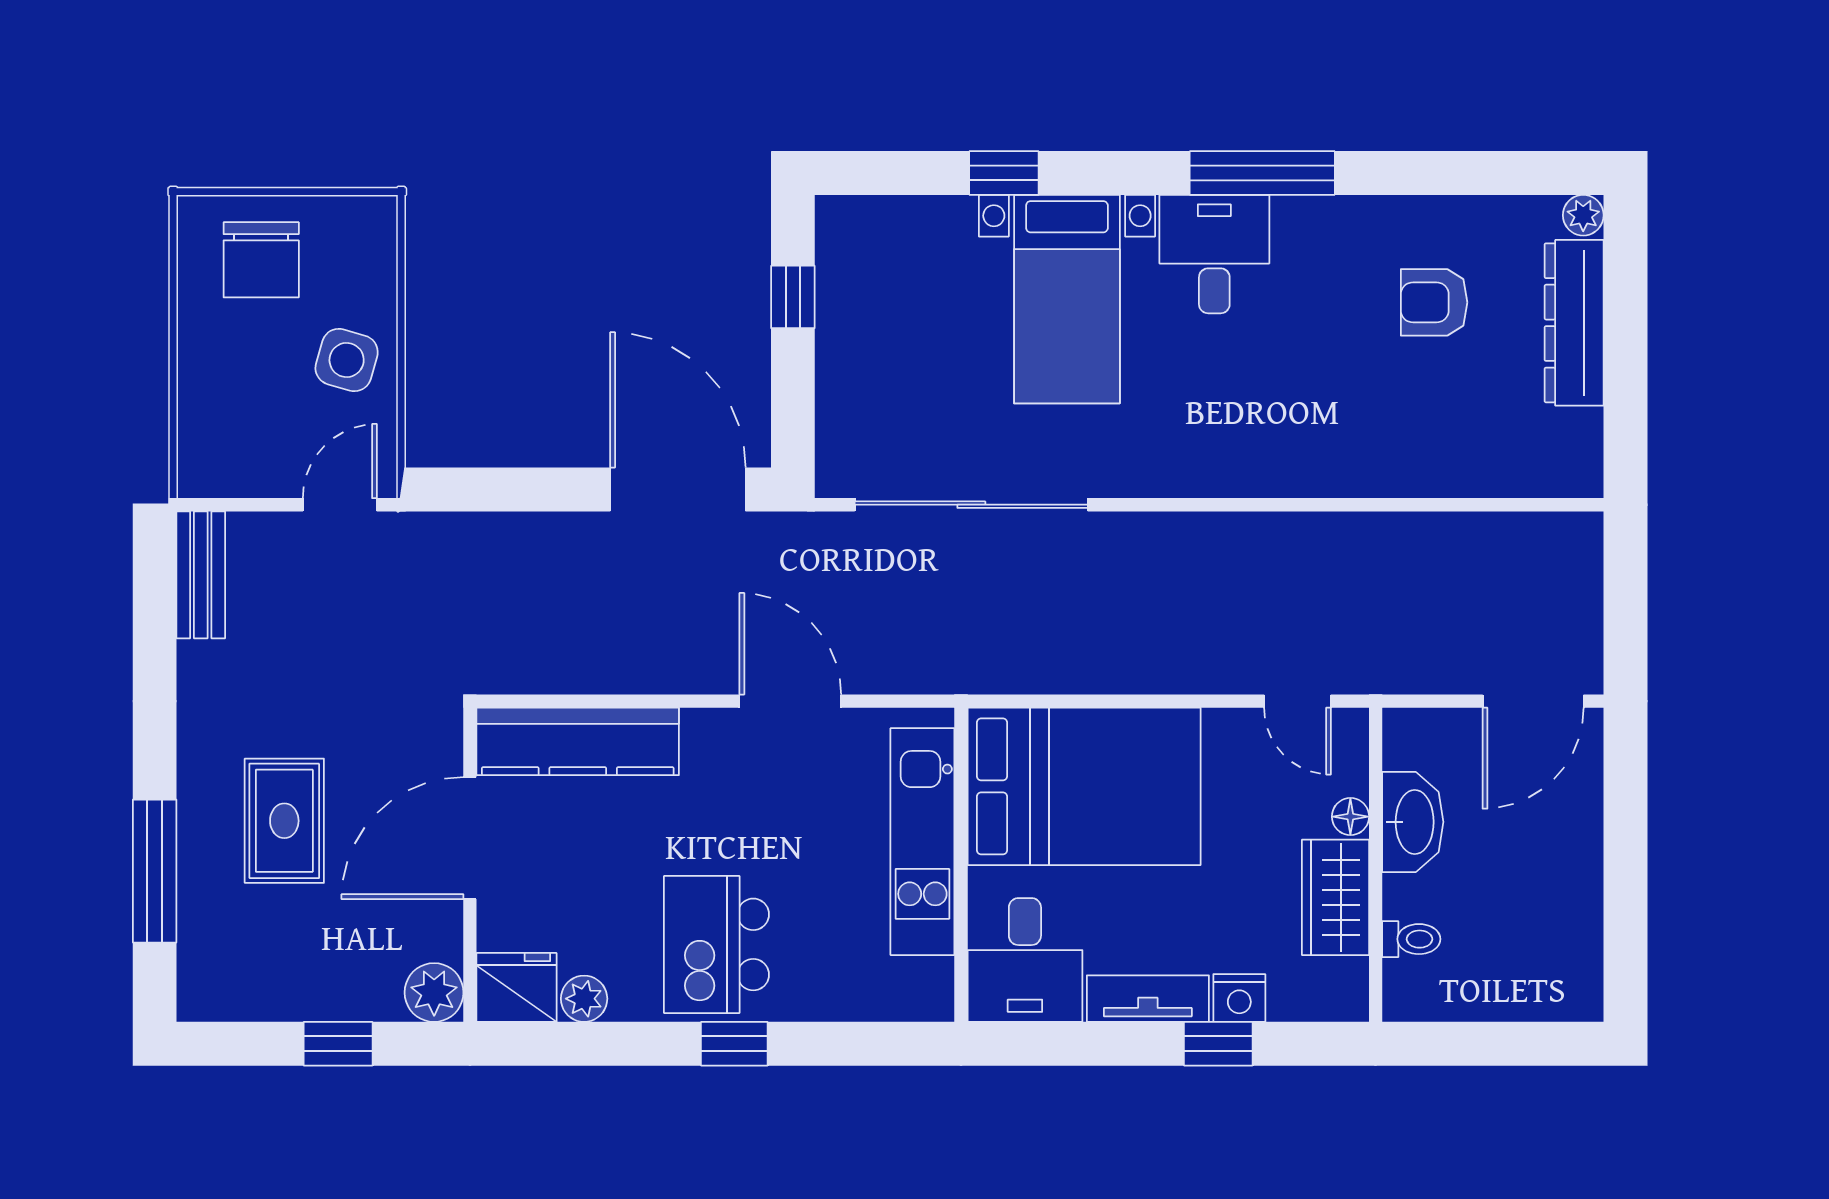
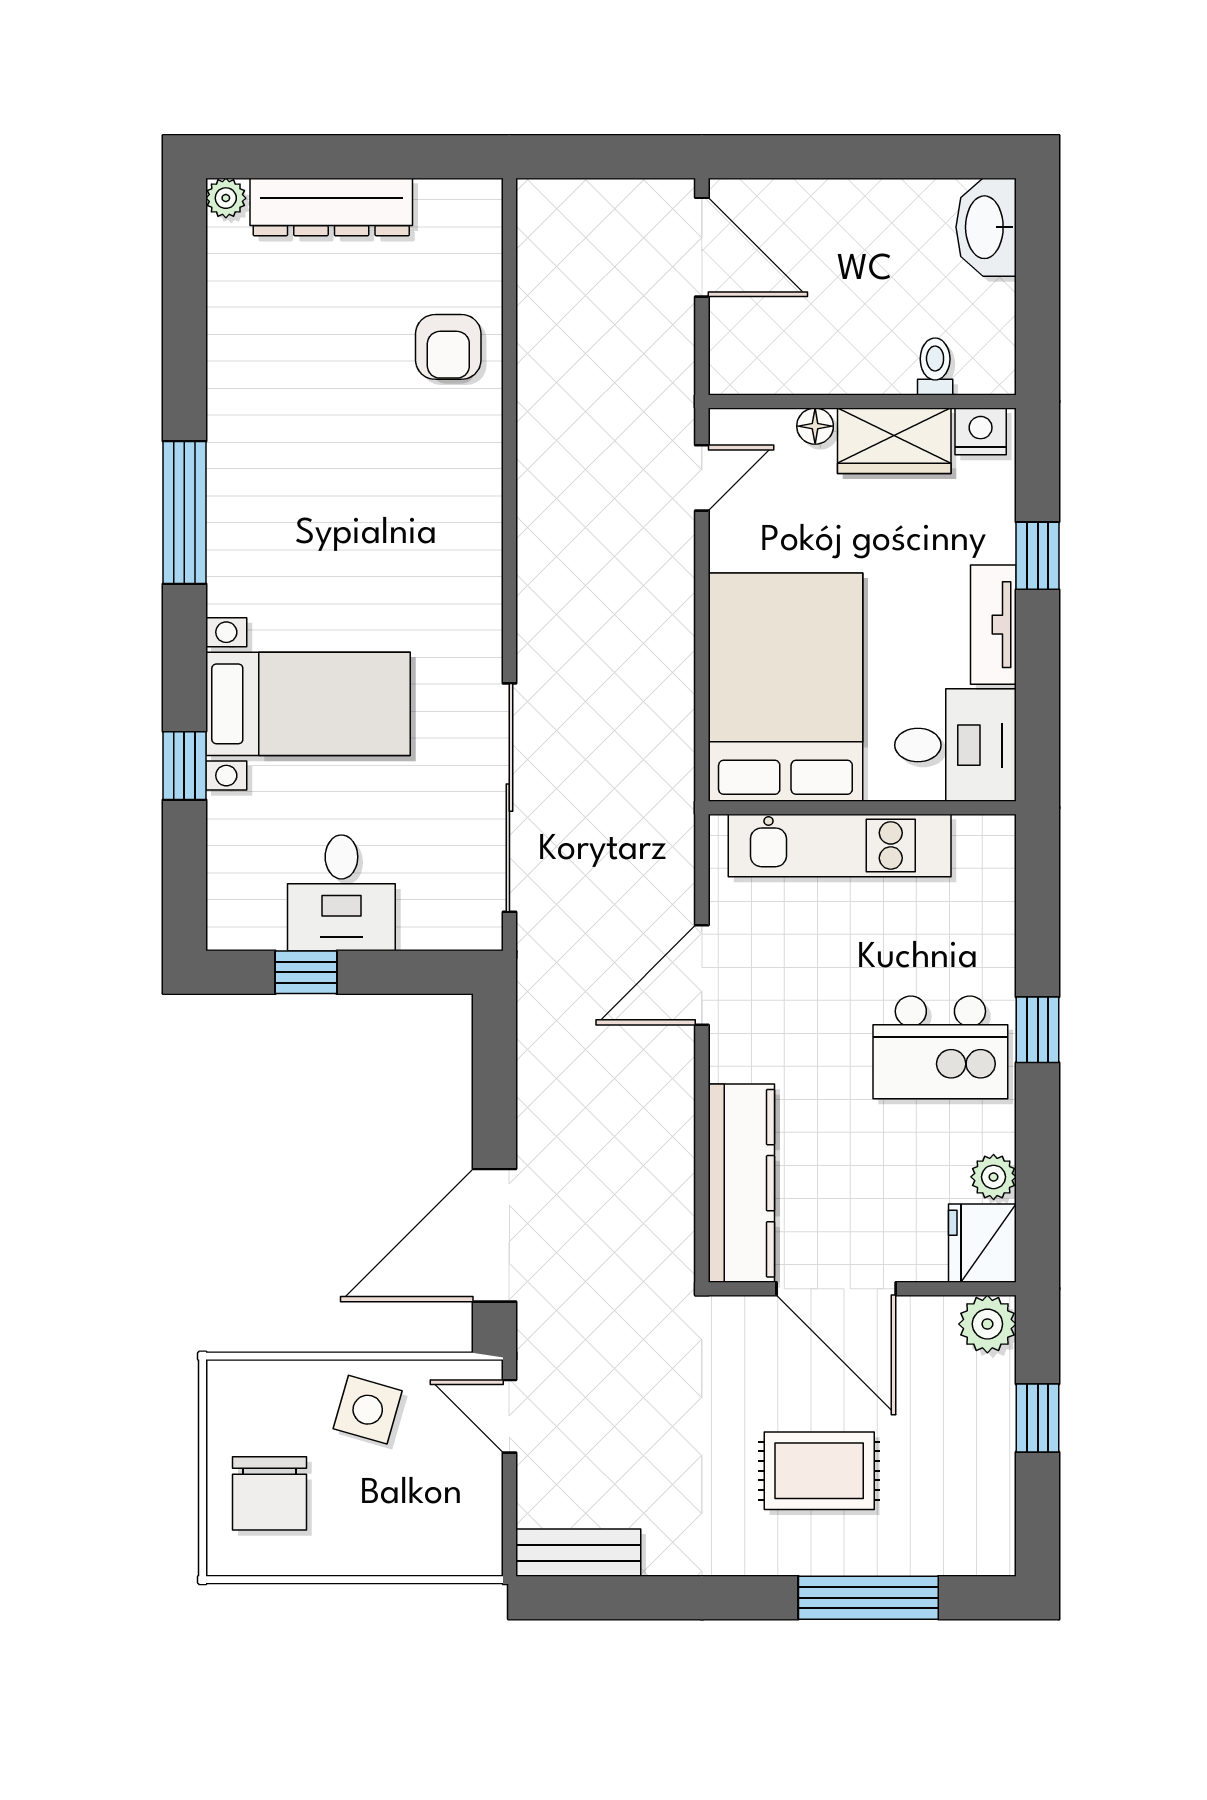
desk: (1214, 254) -> (341, 893), moved, turned -90
chair: (261, 260) -> (270, 1493), turned 90
armchair: (1434, 302) -> (448, 347), moved
door: (678, 489) -> (495, 1235), moved
washbasin: (1413, 822) -> (986, 227), moved, turned -90
nightstand: (1239, 998) -> (981, 431), moved, turned -90

